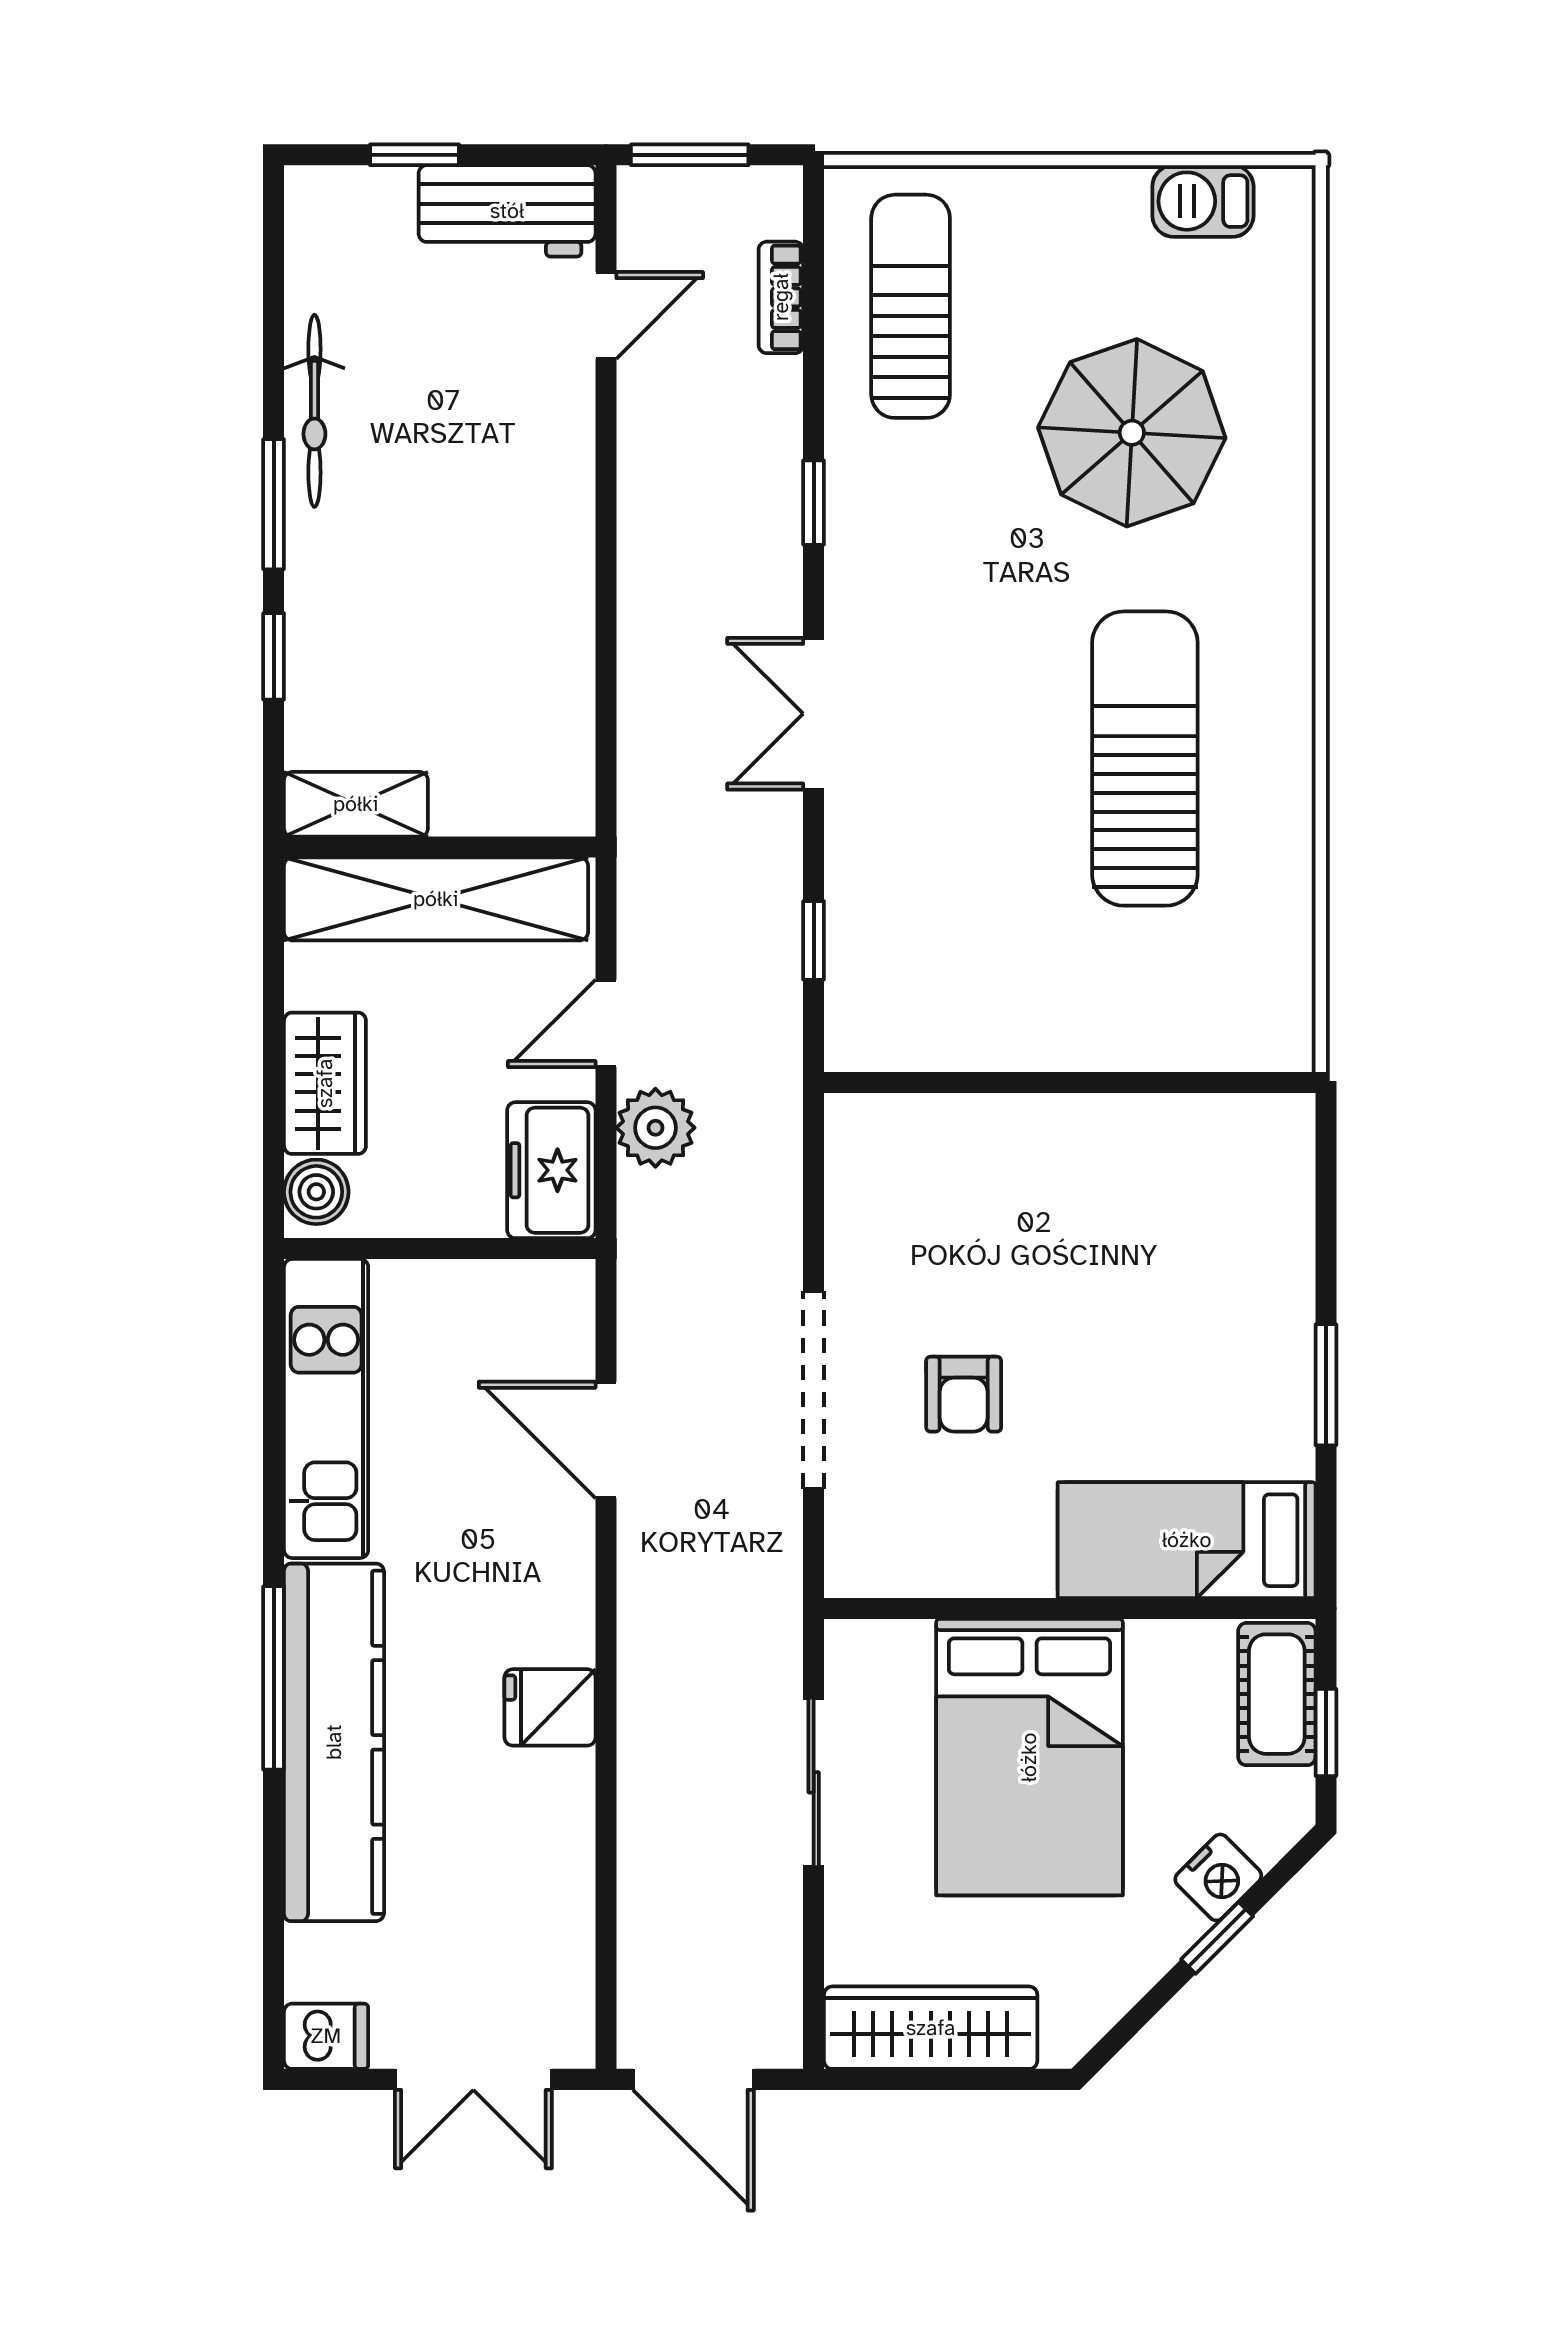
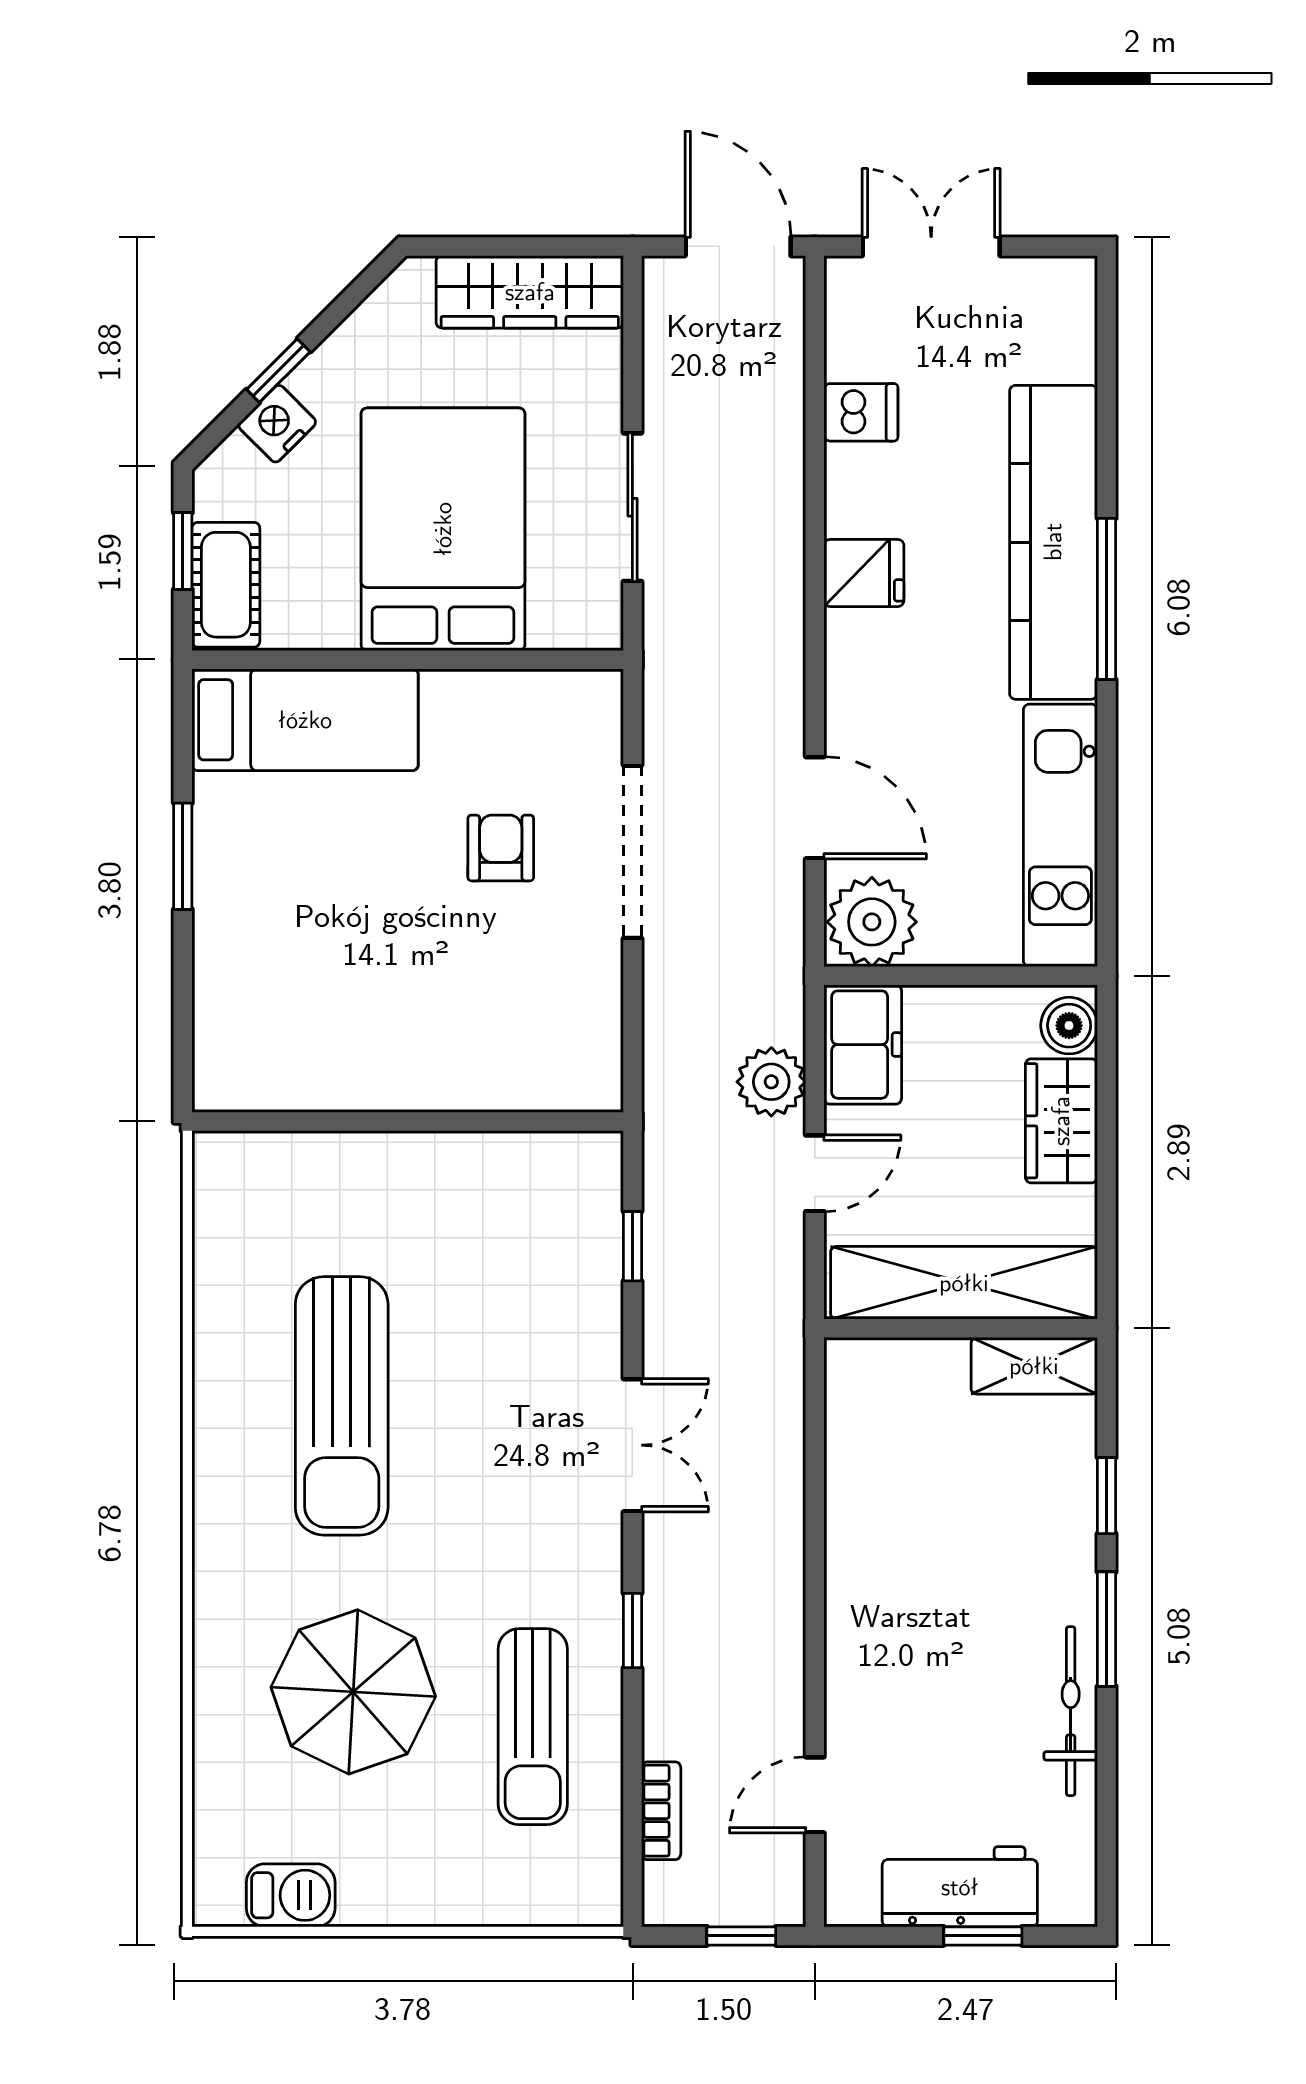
window: (690, 155) -> (741, 1936), width x0.67
workbench: (507, 211) -> (960, 1887), moved
sun lounger: (911, 306) -> (533, 1727), moved
plant: (541, 1310) -> (872, 922), added
dishwasher: (326, 2036) -> (861, 412), moved, turned 180

